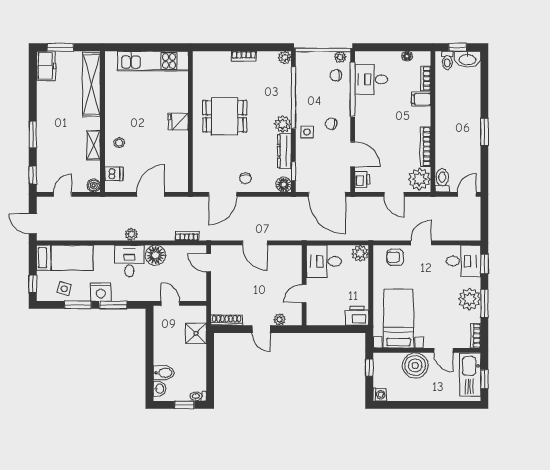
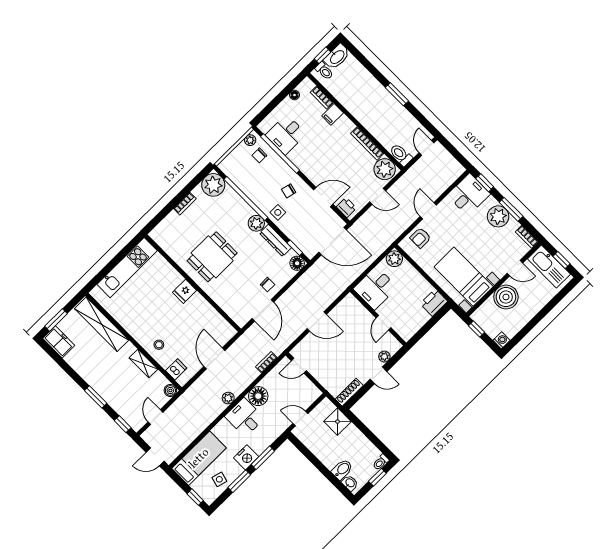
plant: (285, 58) -> (213, 185), width x1.88, depth x1.88

